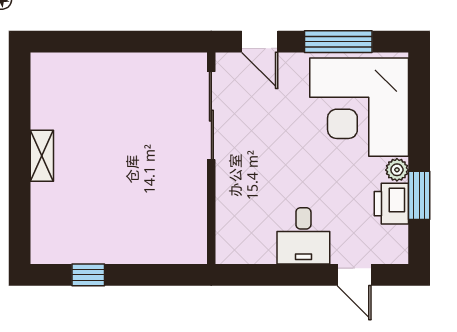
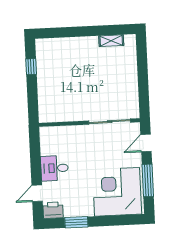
shelving: (42, 156) -> (111, 41), moved
plant: (397, 170) -> (88, 211), removed
printer: (391, 204) -> (53, 210), moved

